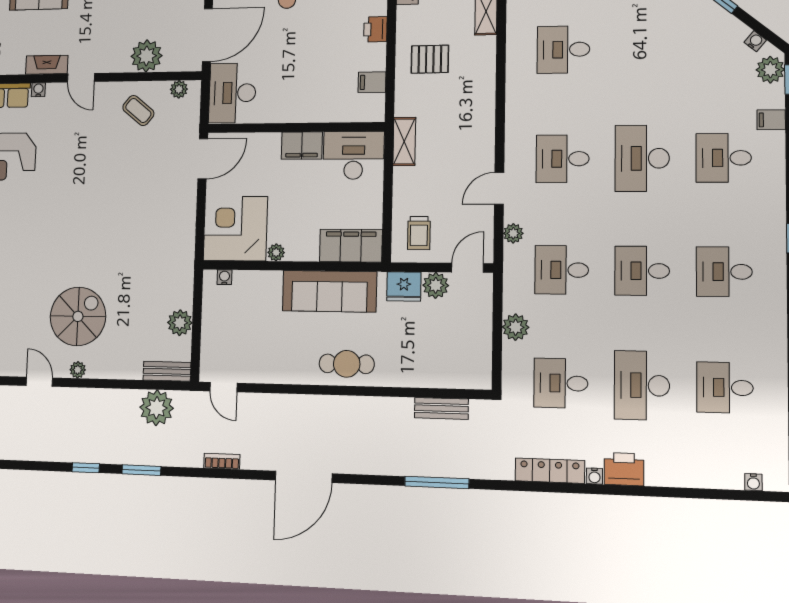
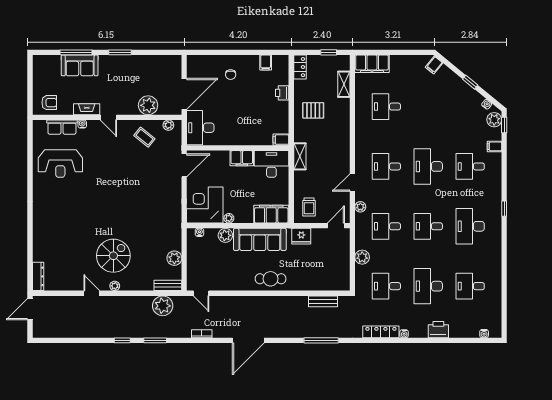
filing cabinet: (372, 82) -> (281, 140), moved
desk: (724, 272) -> (470, 226), width x1.37
plant: (436, 285) -> (225, 235), moved
printer: (624, 469) -> (438, 330), moved

